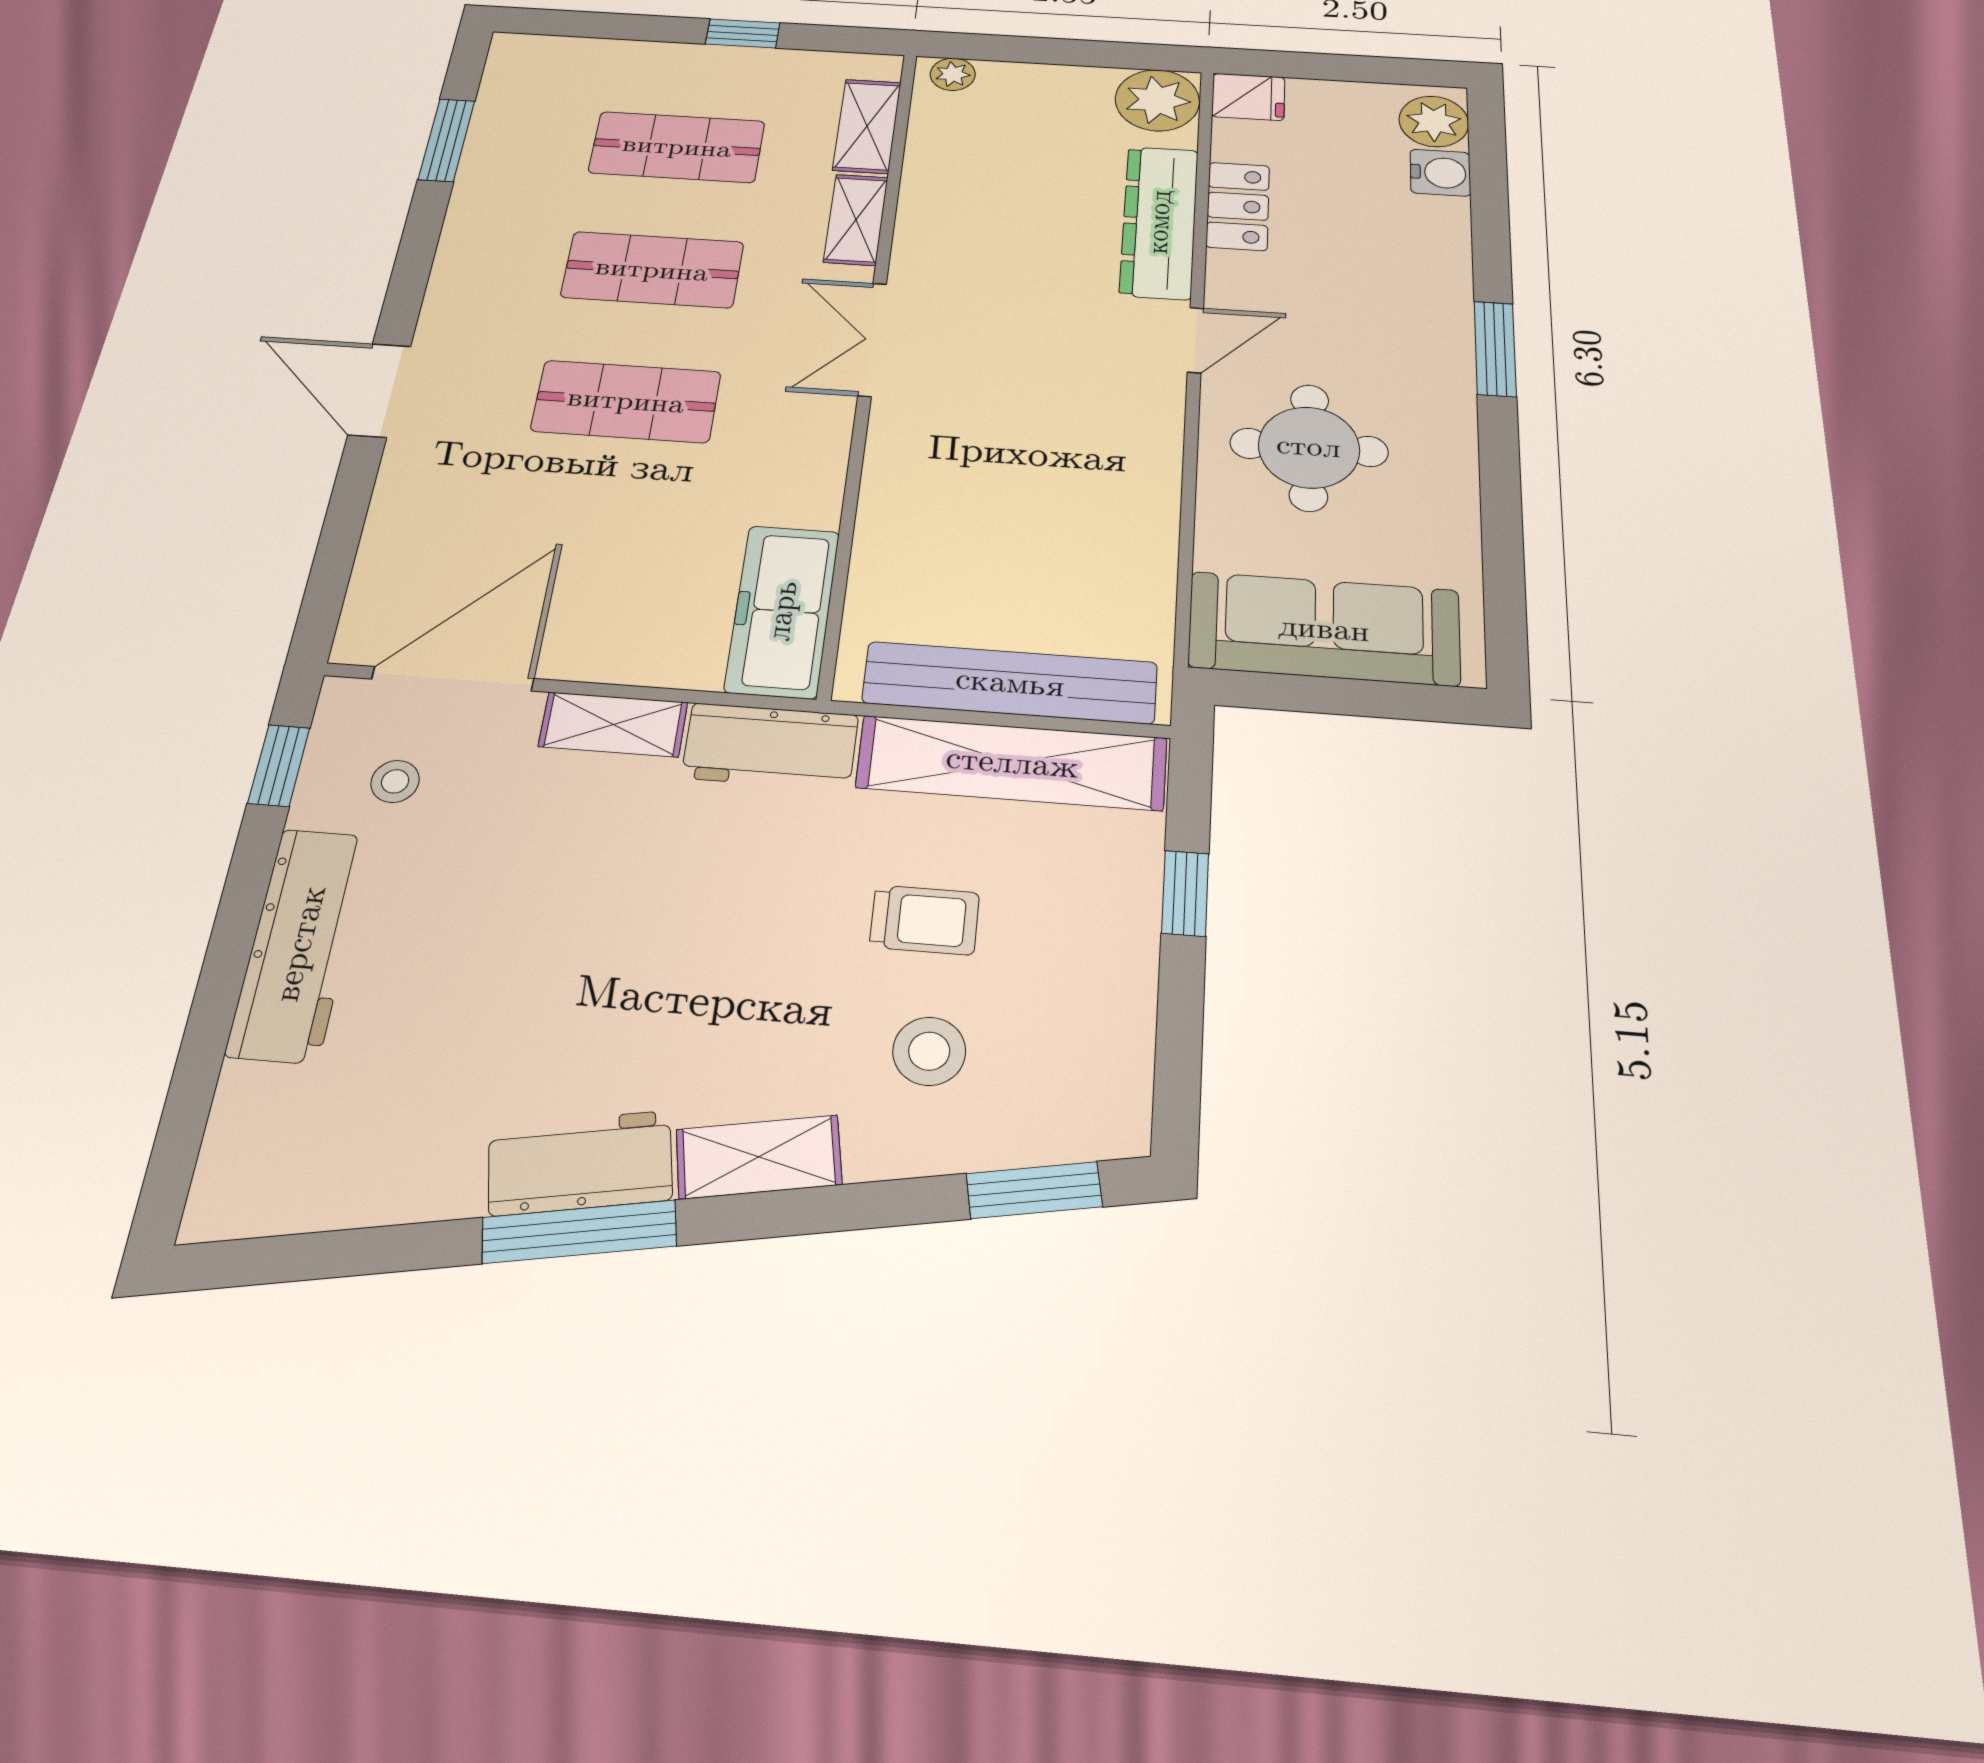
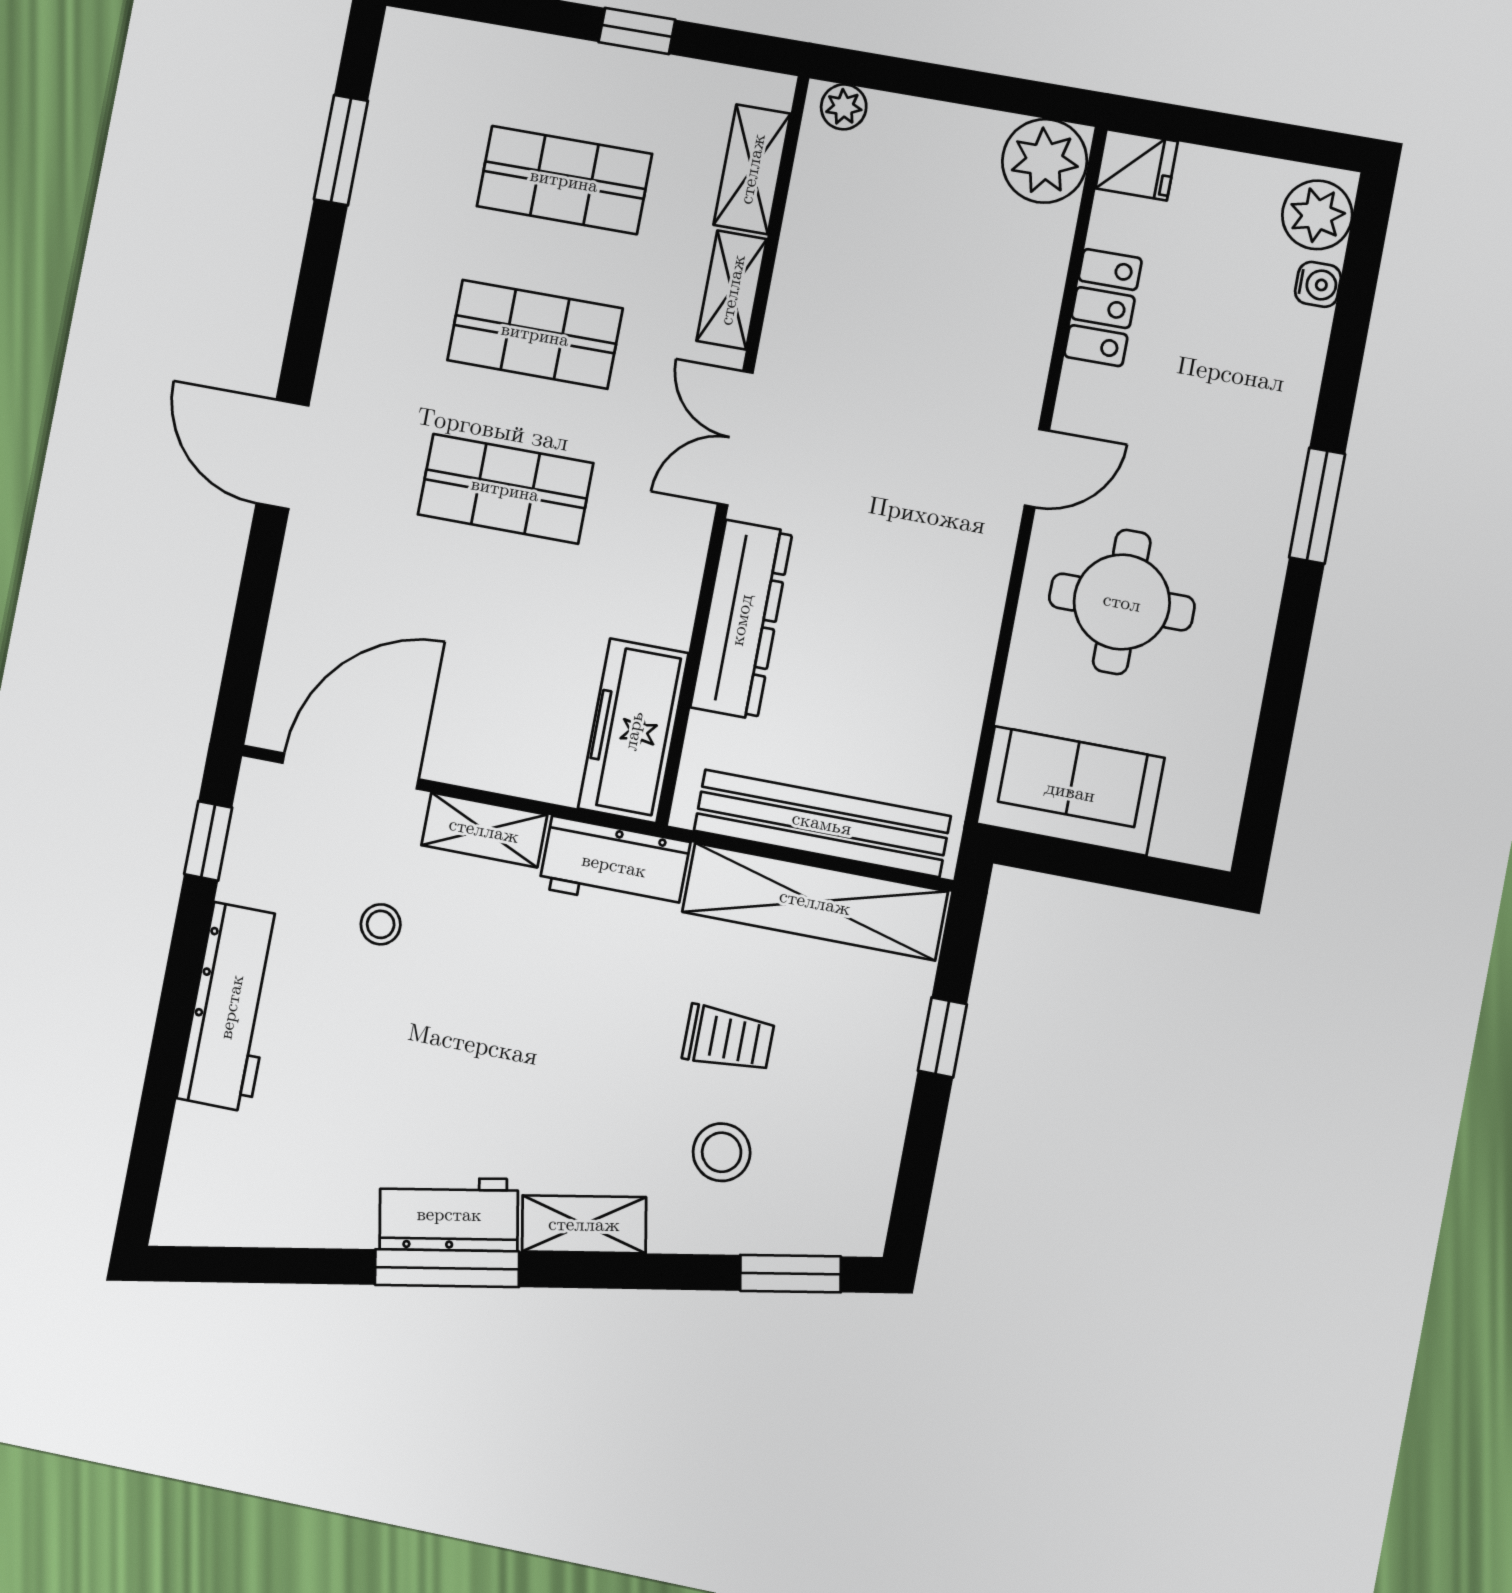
water cooler: (1440, 173) -> (1318, 284), width x0.72, depth x0.72
dresser: (1159, 222) -> (741, 620), moved, turned 180
sofa: (1324, 629) -> (1070, 791), width x0.73
stool: (395, 781) -> (381, 924), moved

